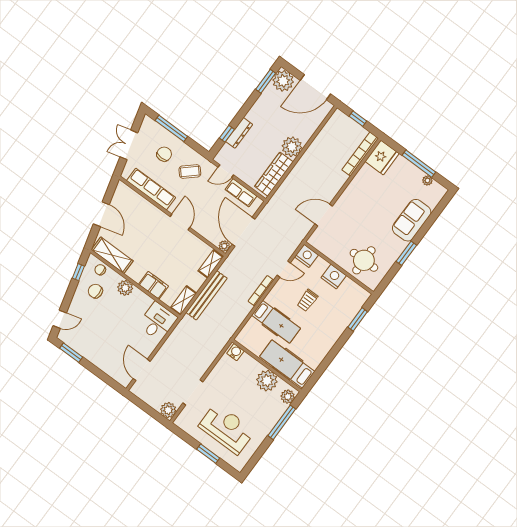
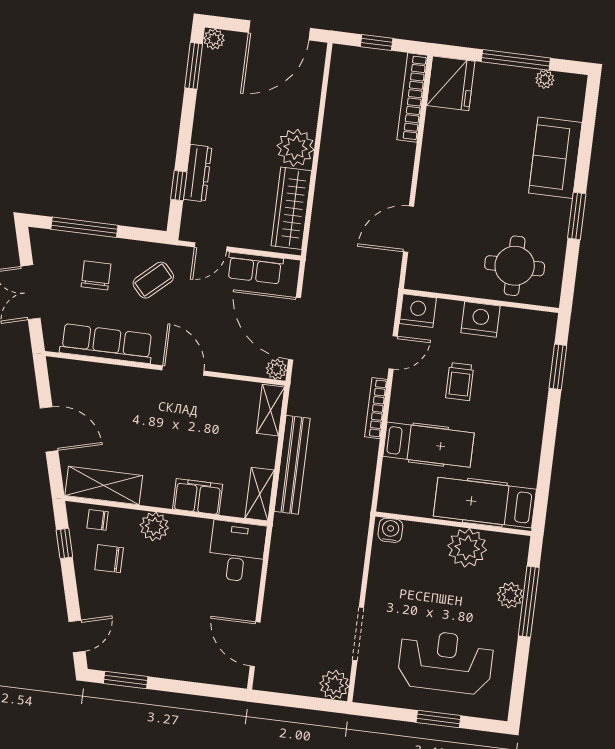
plant: (283, 81) -> (214, 39), width x0.53, depth x0.53
plant: (288, 397) -> (510, 595), moved

